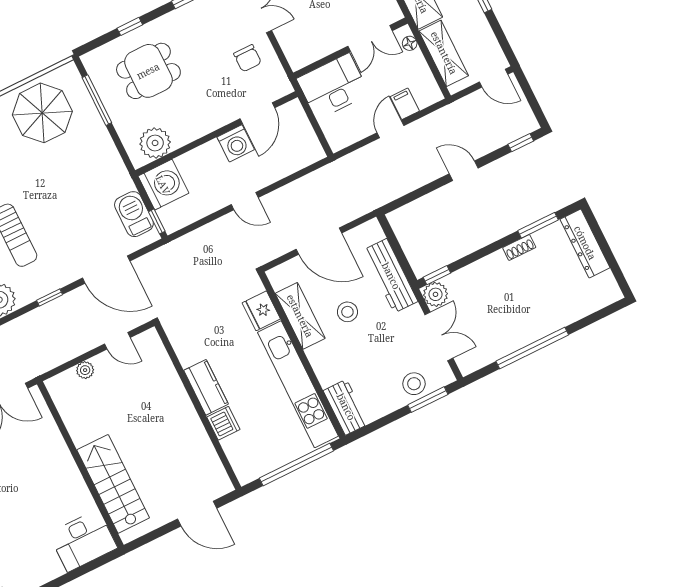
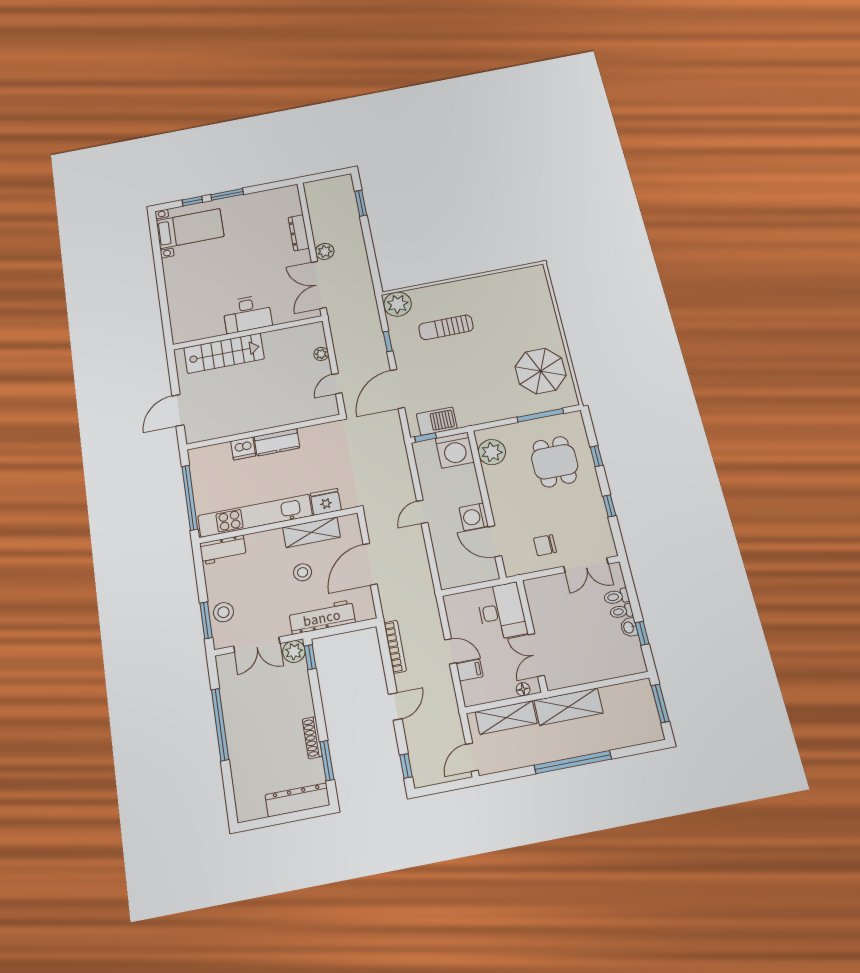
bookcase: (401, 189) -> (395, 647), added
shoe rack: (519, 247) -> (312, 738), width x1.43
desk: (83, 541) -> (247, 314), moved, turned -90

